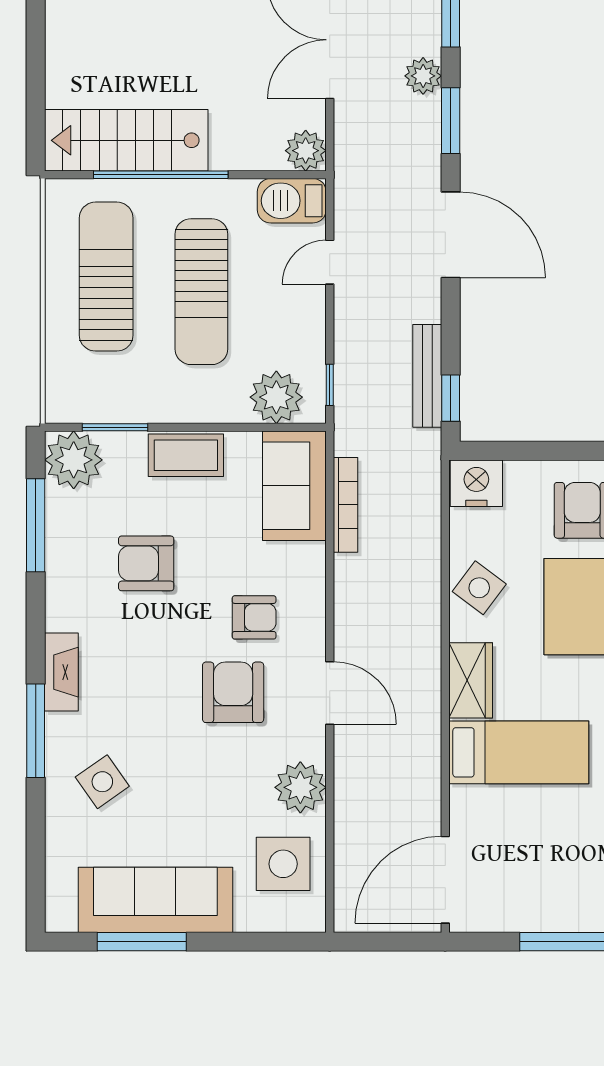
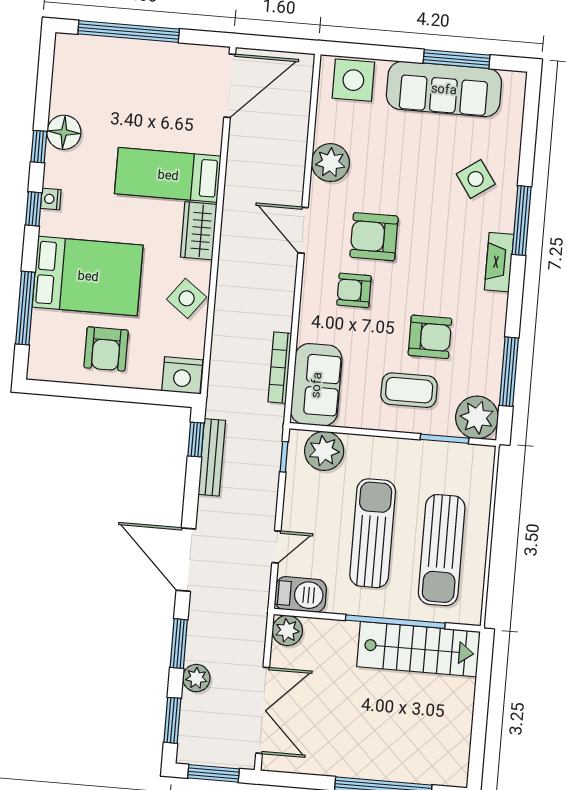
coffee table: (186, 455) -> (409, 390), moved
armchair: (233, 692) -> (374, 237), turned 90
side table: (283, 864) -> (353, 80), moved

